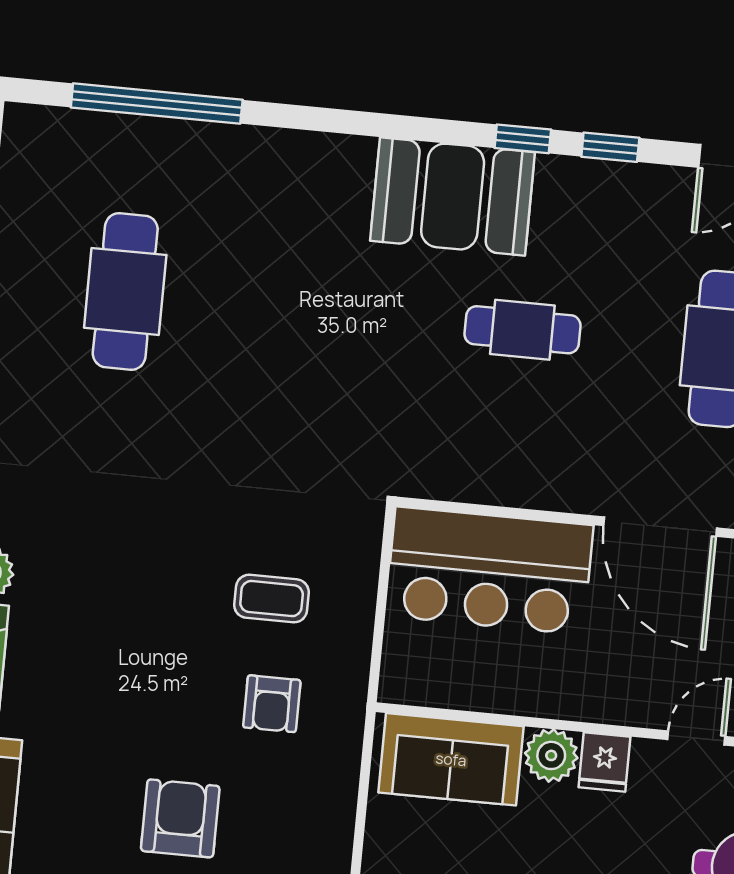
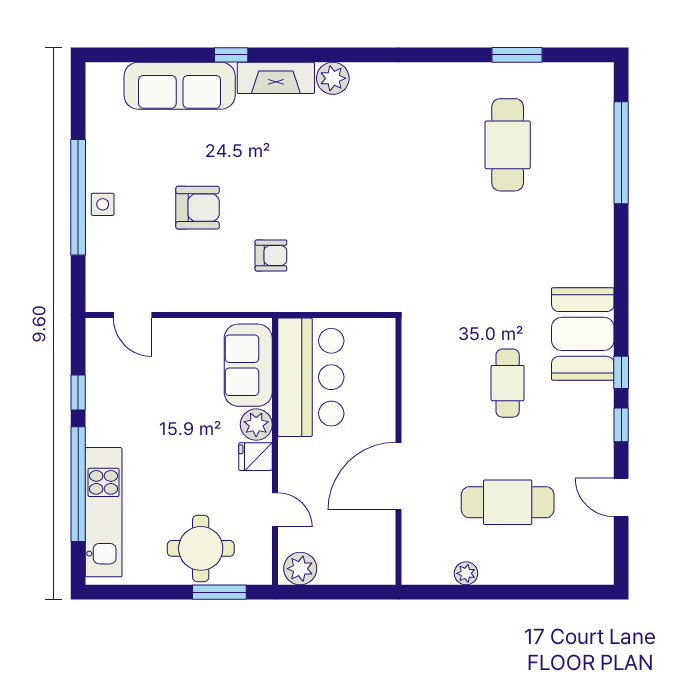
cafe table: (125, 291) -> (508, 145), turned 90
bar counter: (489, 571) -> (311, 377), moved, turned 180
coffee table: (272, 599) -> (333, 249), removed
armchair: (272, 704) -> (271, 256), turned 180

